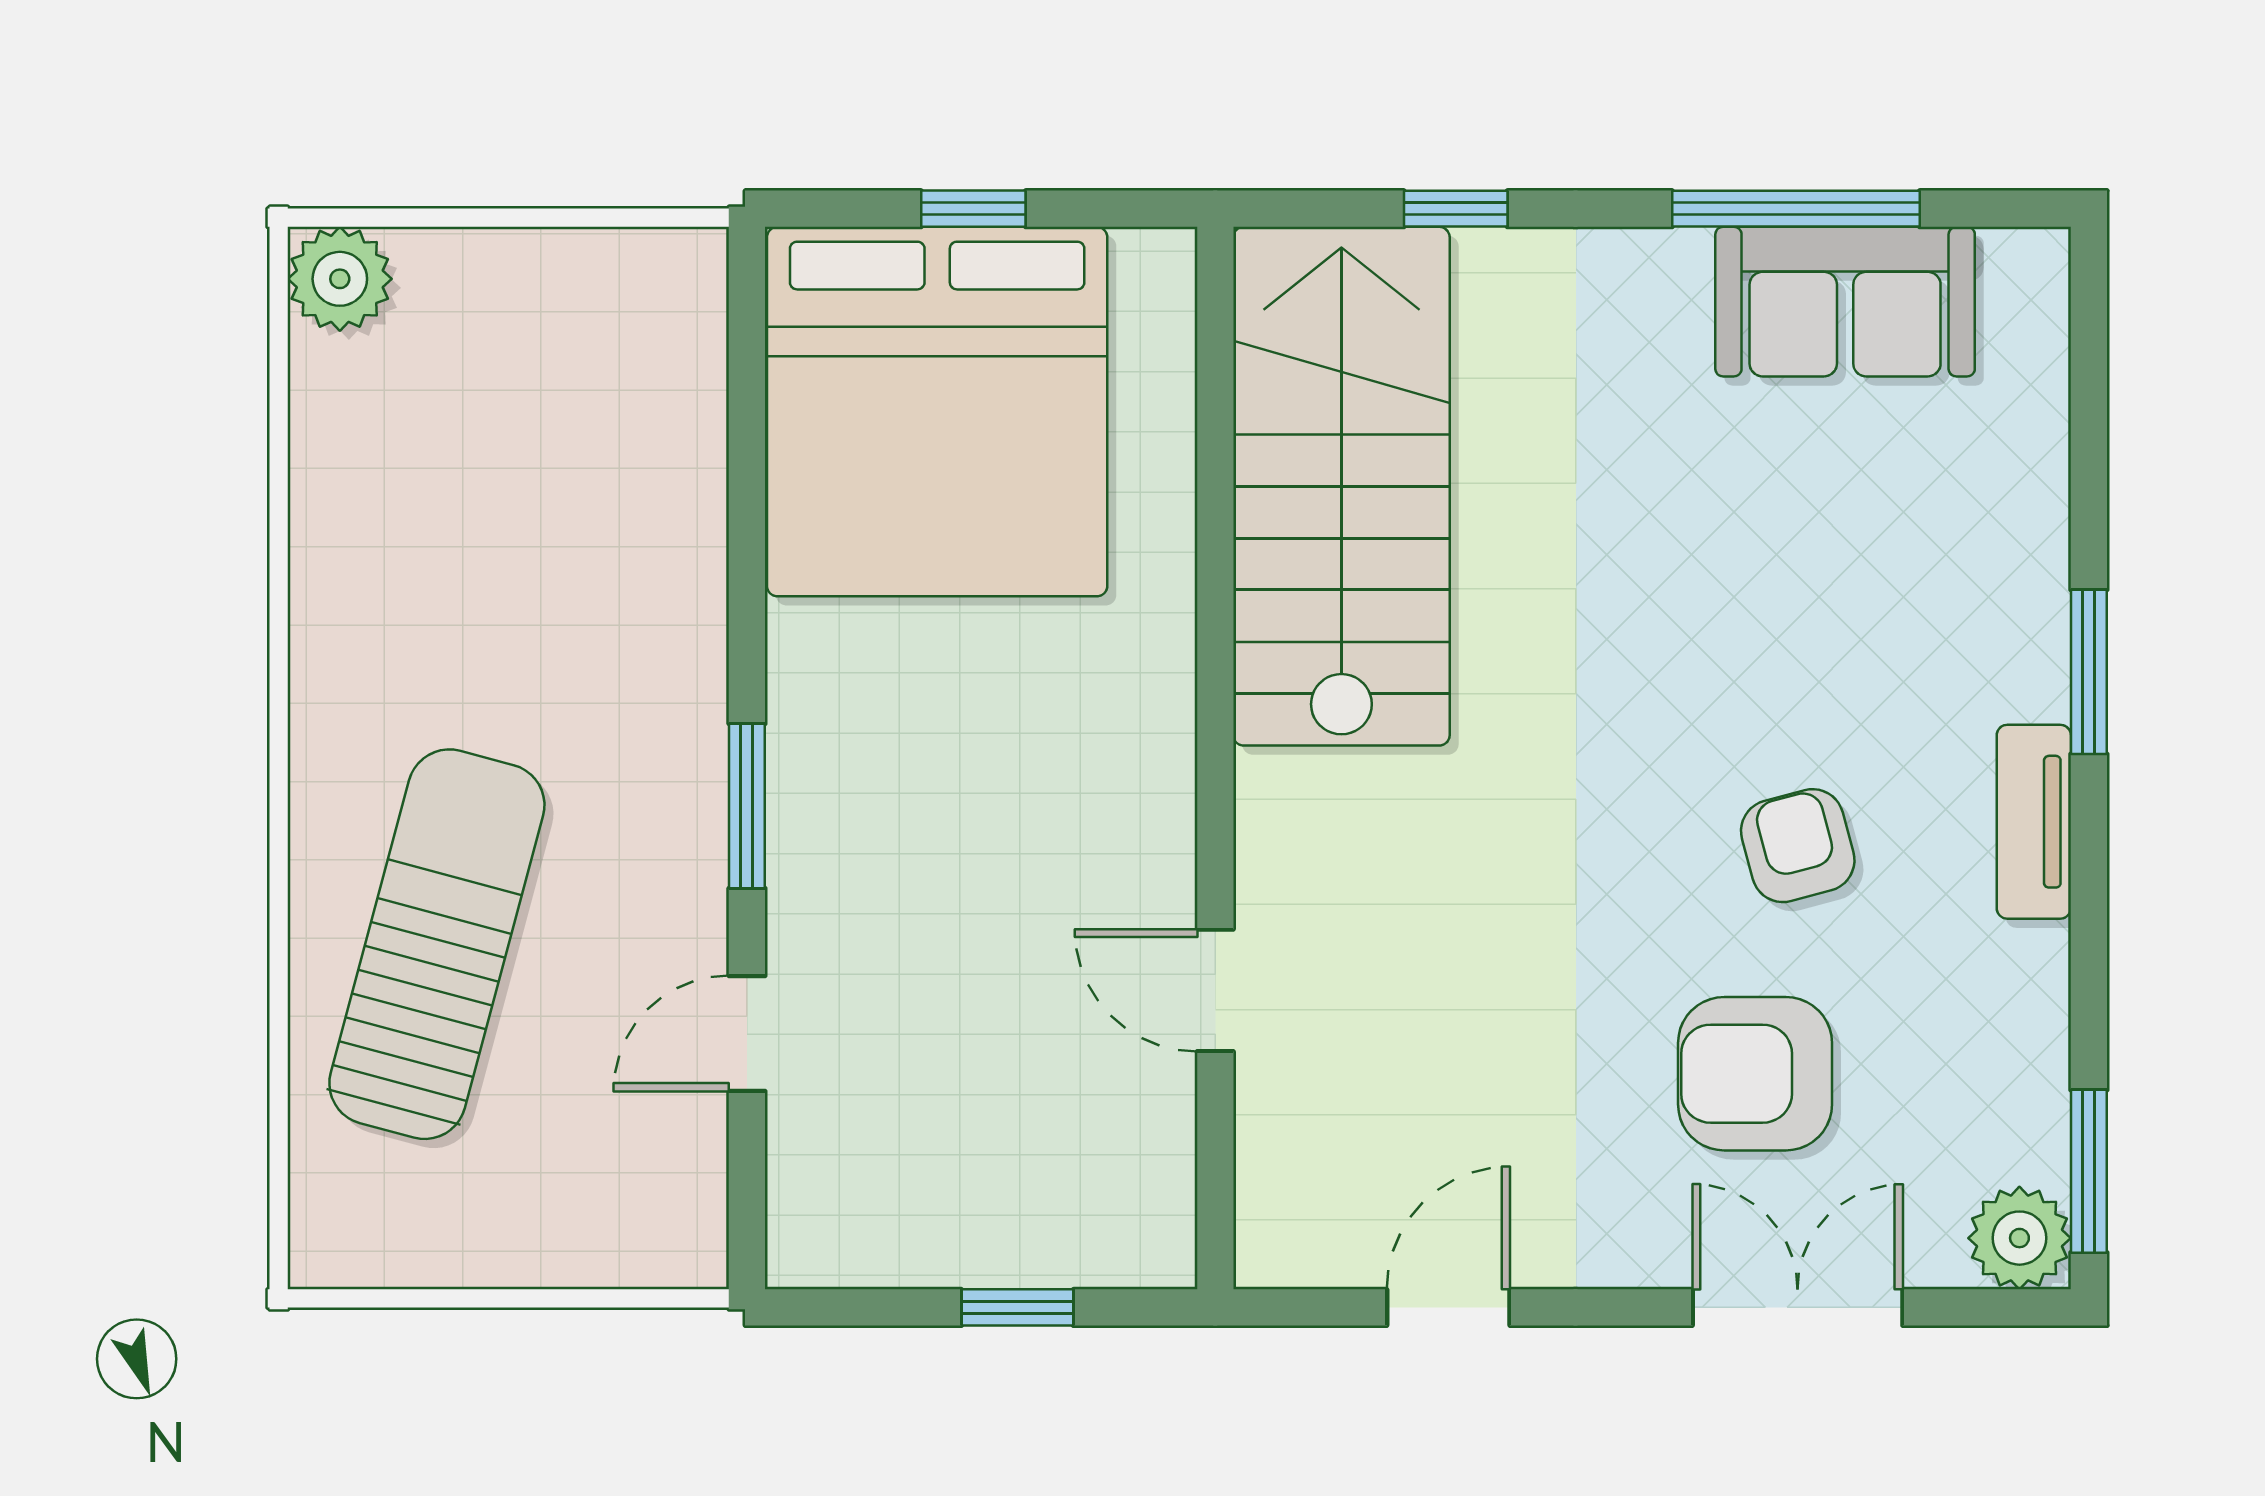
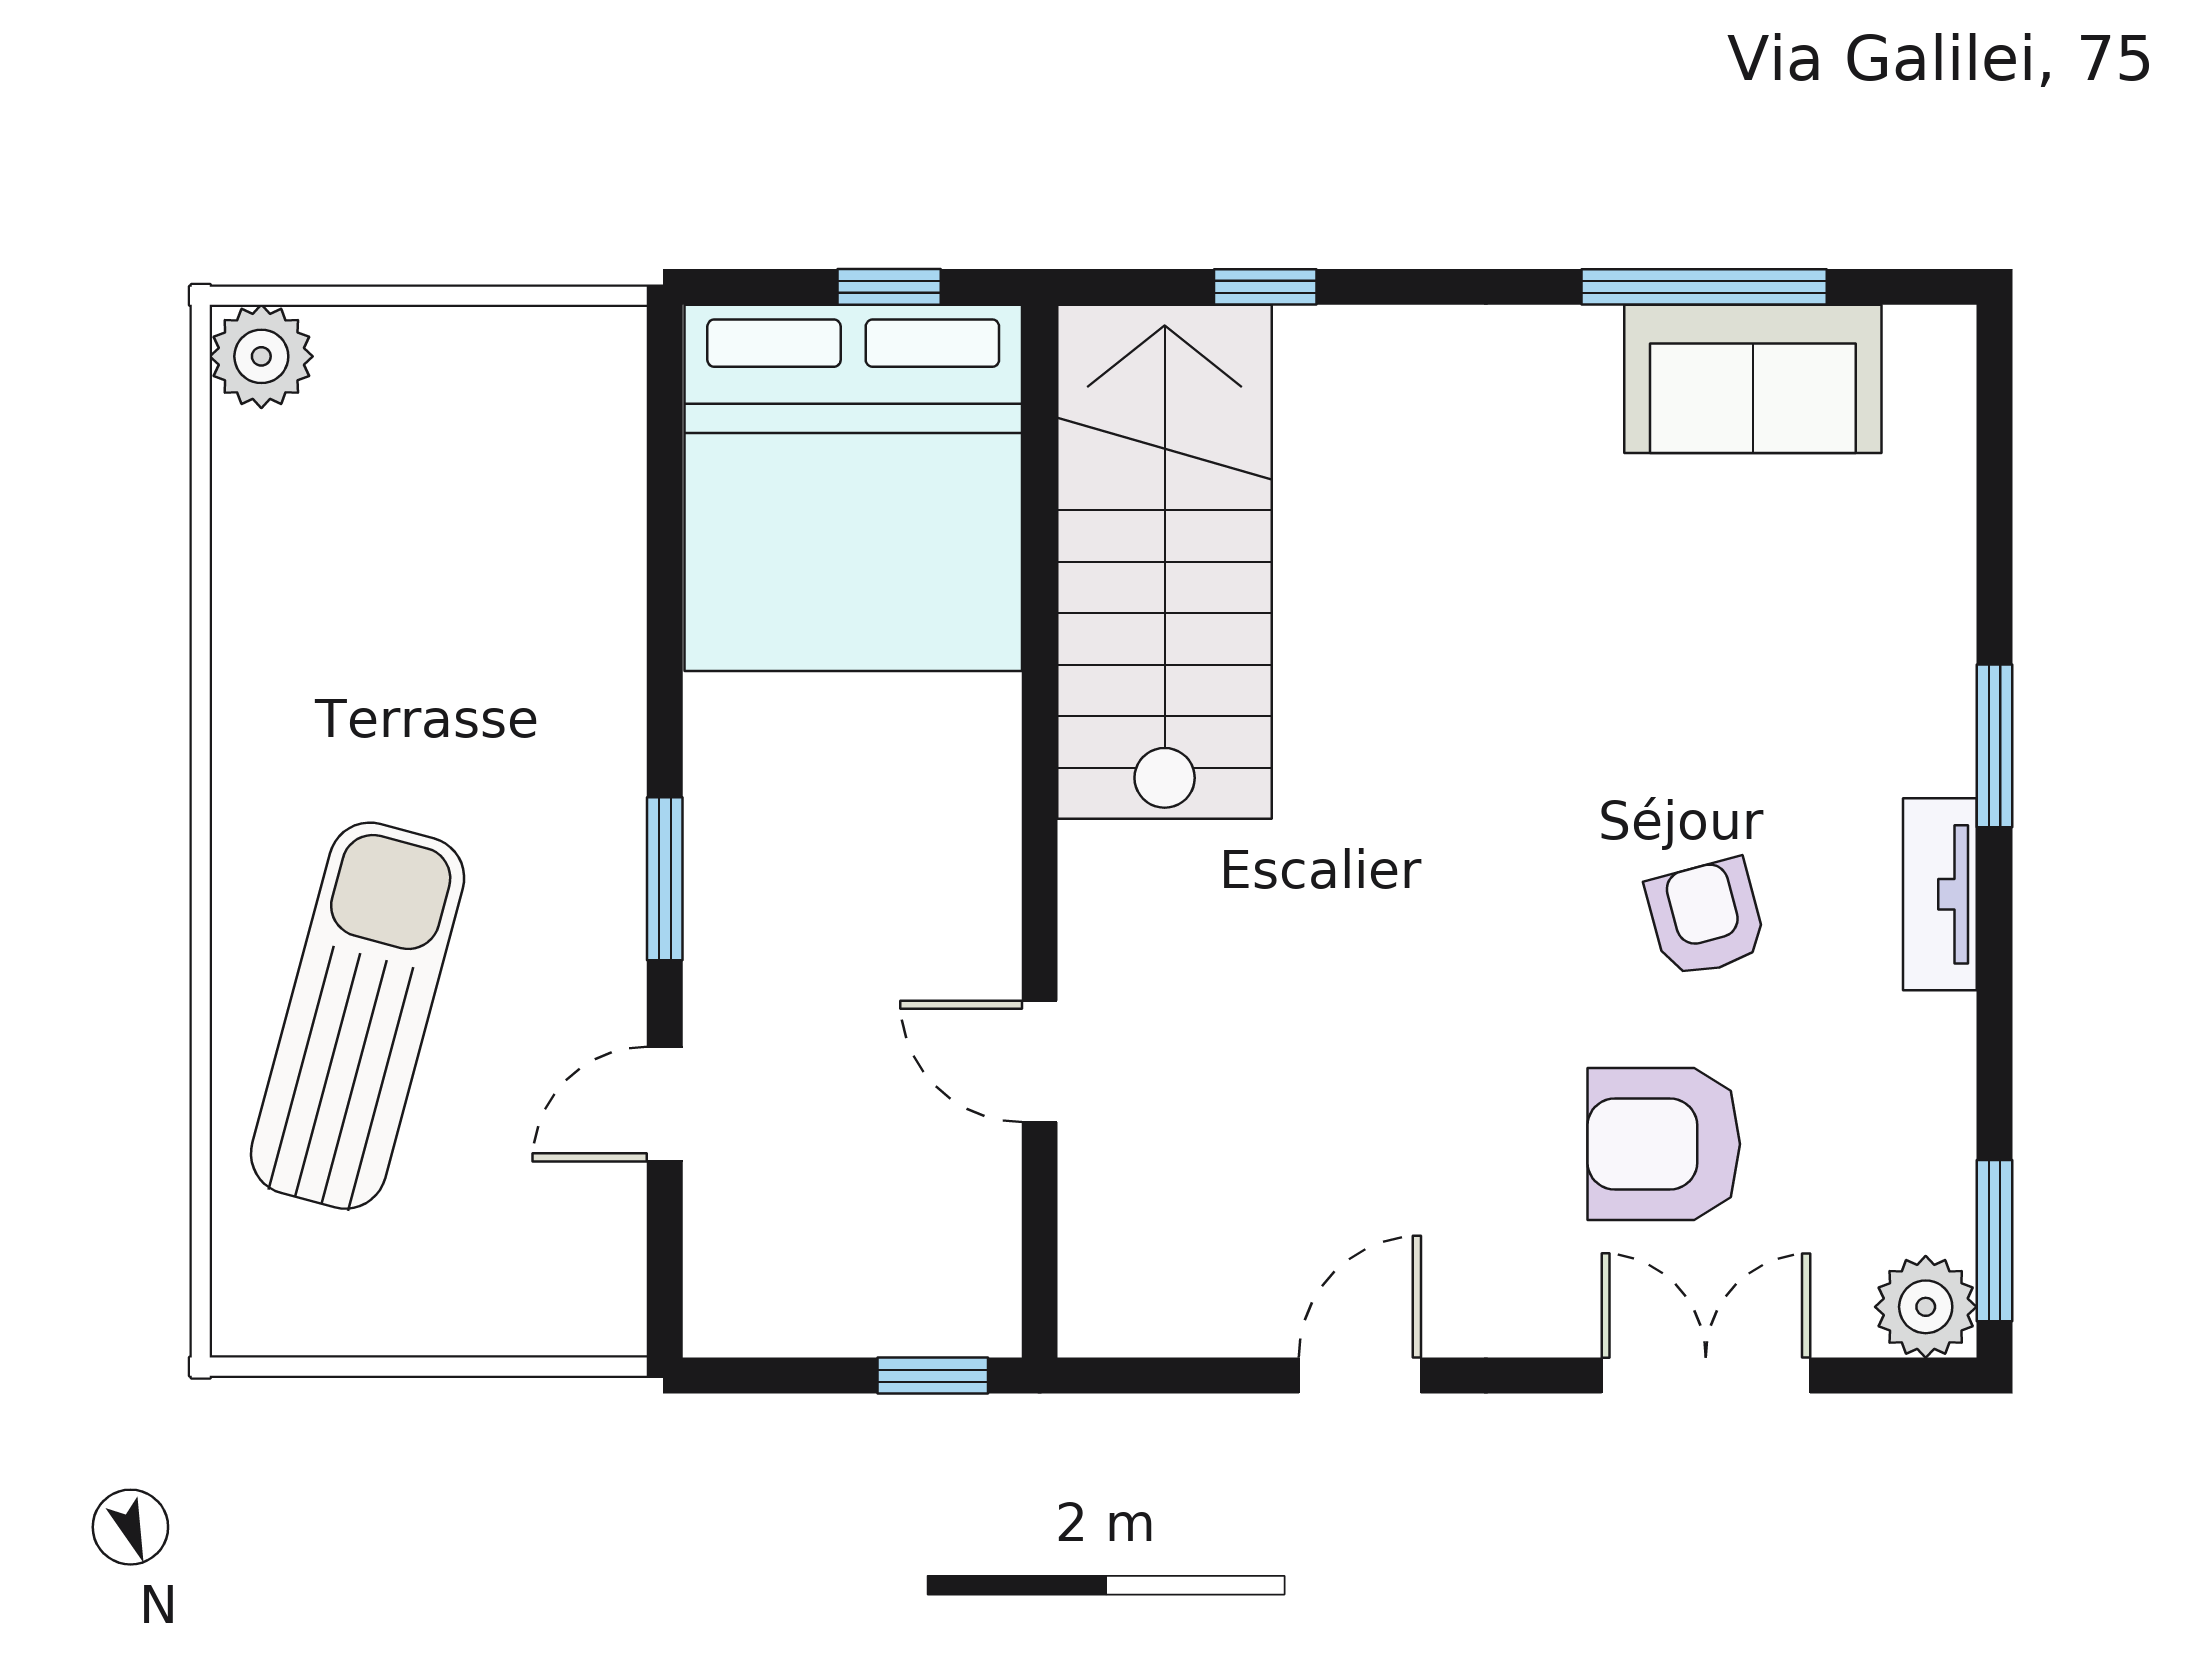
window: (1456, 209) -> (1265, 287), moved
stairs: (1341, 486) -> (1165, 562), moved
wall: (1215, 758) -> (1040, 831), moved
door: (1215, 990) -> (1040, 1061), moved

